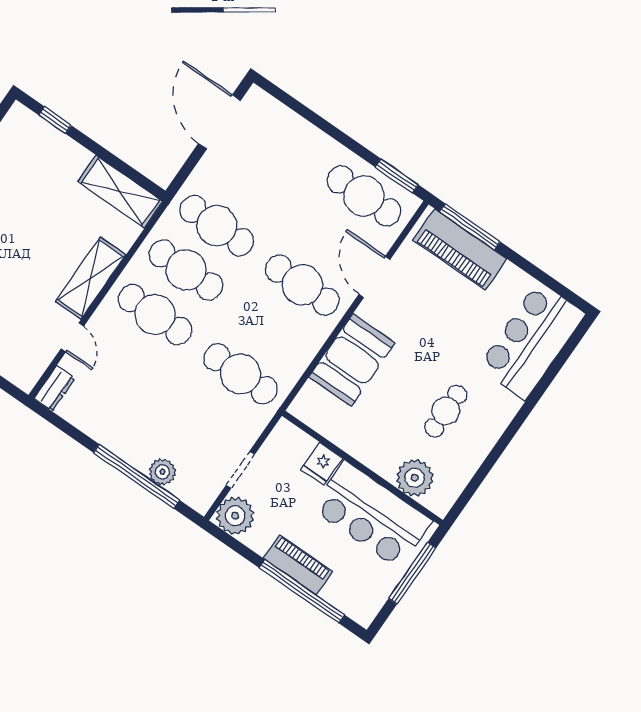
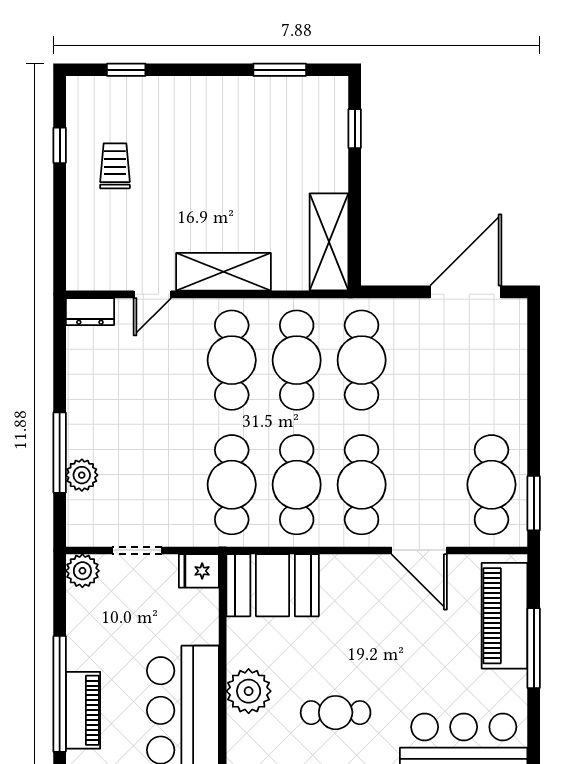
window: (470, 227) -> (534, 648), moved
door: (375, 277) -> (419, 550), swing flipped
cafe table: (271, 329) -> (297, 485), added
booth: (352, 360) -> (273, 585), moved
fridge: (322, 464) -> (199, 571), moved
window: (136, 476) -> (60, 453), width x0.68
plant: (415, 478) -> (249, 691), moved
plant: (235, 516) -> (82, 571), width x0.73, depth x0.73
piano: (298, 565) -> (83, 710), moved

